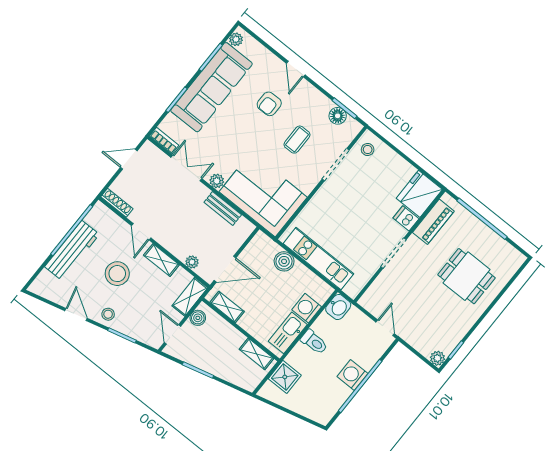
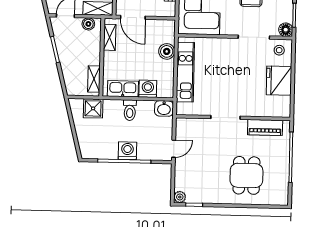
floor lamp: (338, 116) -> (286, 30), moved
fridge: (419, 194) -> (279, 81), moved, turned -90
dishwasher: (406, 218) -> (254, 108), removed

